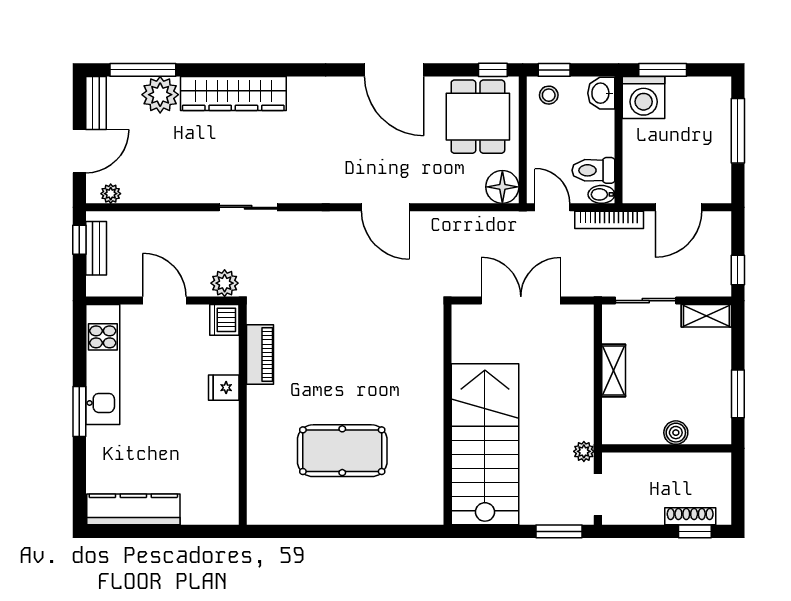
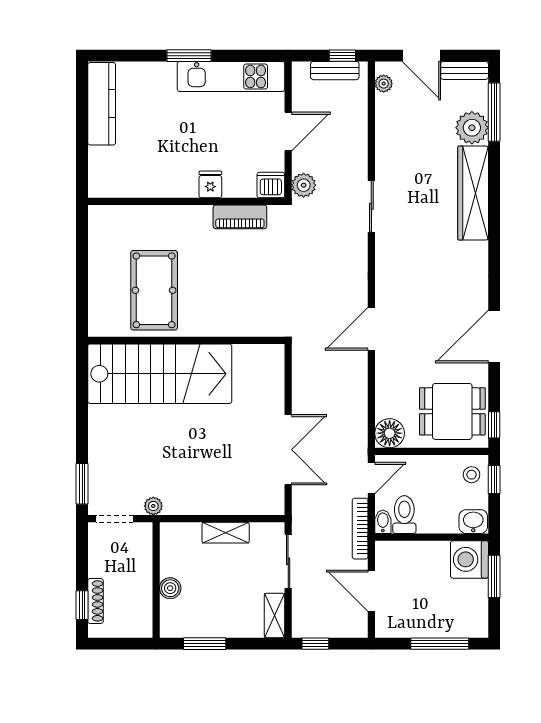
wall: (448, 415) -> (186, 340), moved
stairs: (485, 444) -> (160, 374), moved

